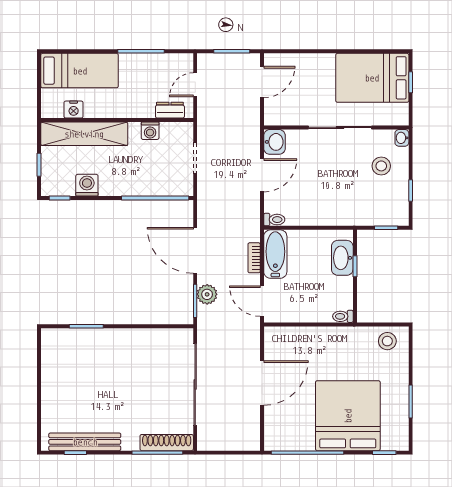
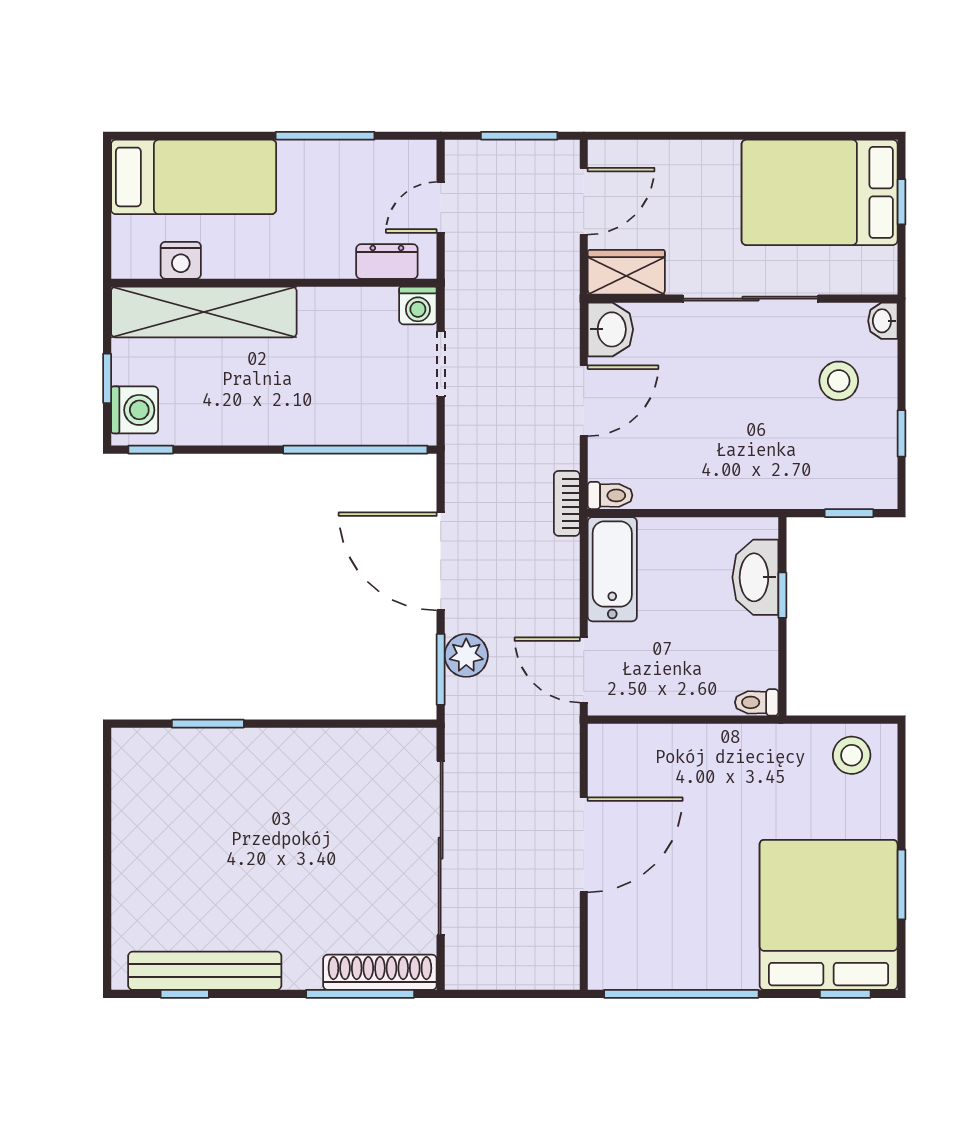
wardrobe: (282, 115) -> (626, 272), added
washing machine: (150, 131) -> (418, 306), moved
washing machine: (87, 185) -> (135, 410), moved, turned 90
bookcase: (254, 258) -> (567, 503), moved
bed: (348, 416) -> (829, 915), moved

